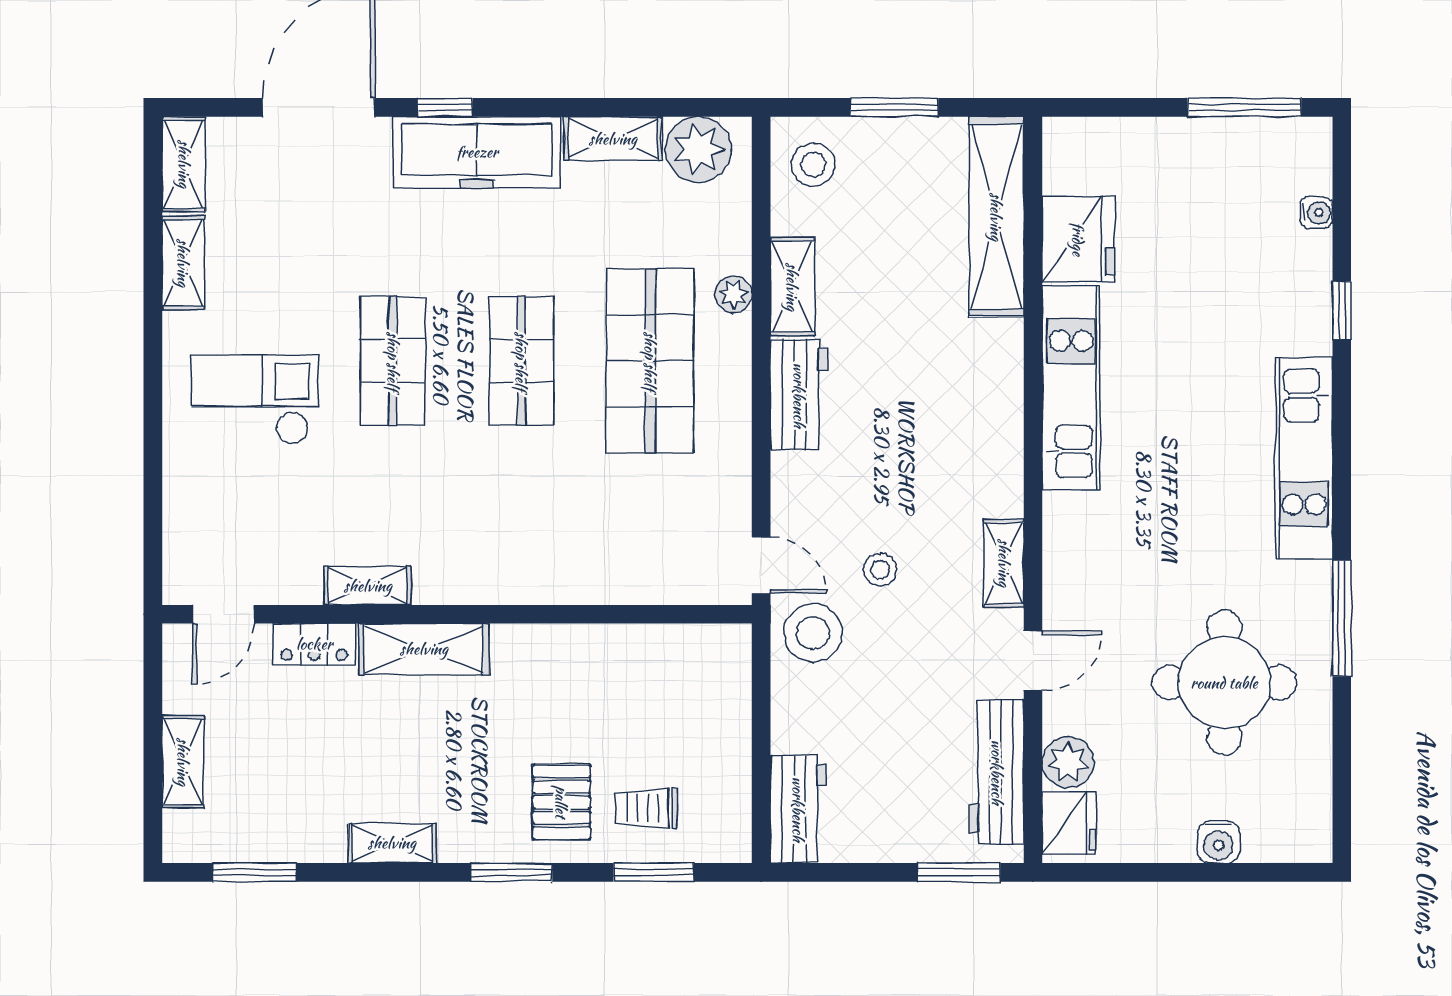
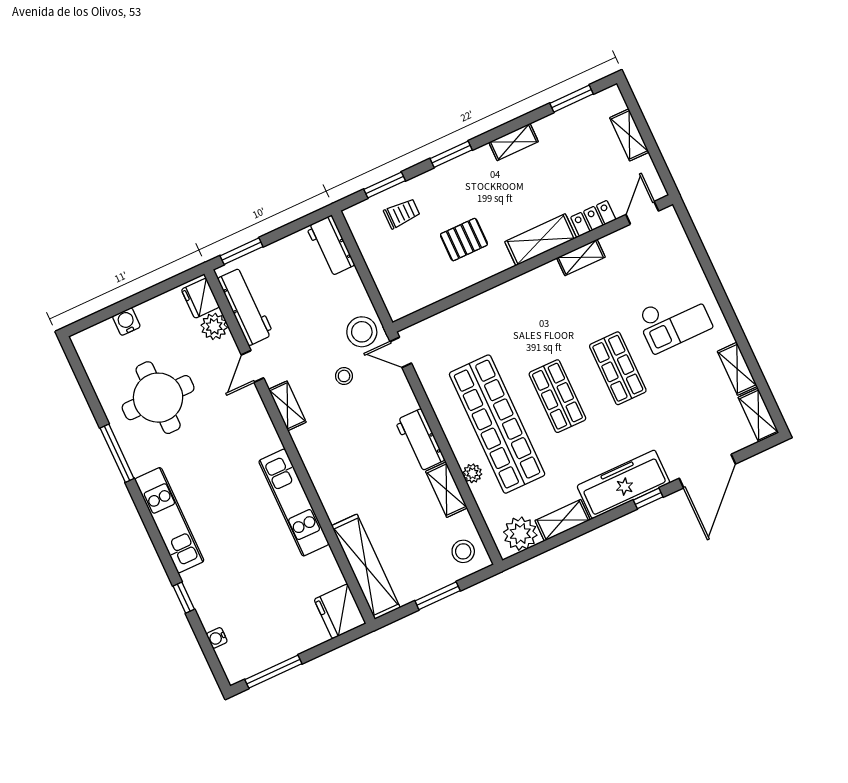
fridge: (1078, 239) -> (340, 611), moved
shop shelf: (650, 361) -> (497, 424), width x1.40
pallet: (561, 802) -> (464, 240), moved, turned 90

